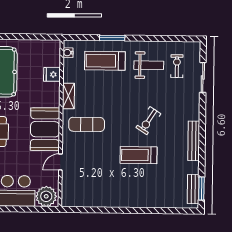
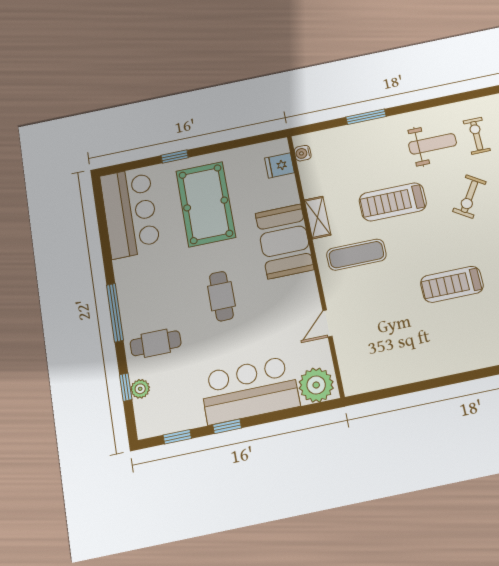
treadmill: (105, 61) -> (393, 202), moved
fridge: (52, 74) -> (280, 165), moved
exercise bike: (148, 121) -> (469, 197), moved
booth: (45, 129) -> (284, 241), moved

